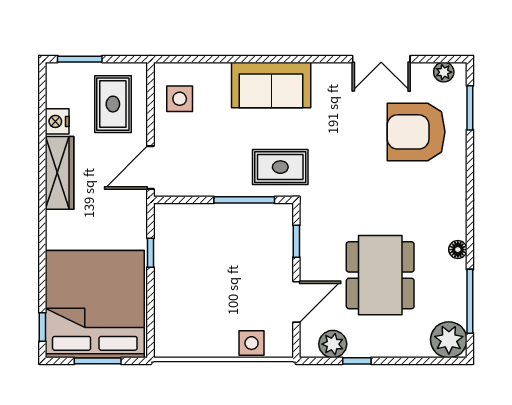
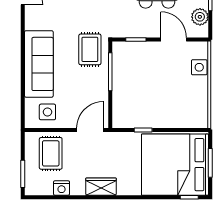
sofa: (271, 85) -> (39, 64), width x1.36
rug: (113, 104) -> (51, 153), turned 90
door: (151, 168) -> (90, 130), swing flipped
wardrobe: (60, 173) -> (101, 187), width x0.67

